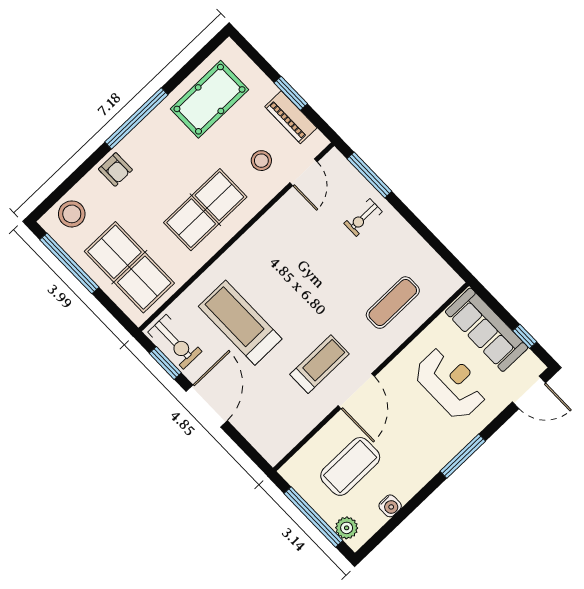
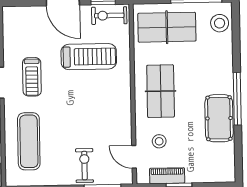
pool table: (209, 99) -> (219, 118), moved
armchair: (115, 169) -> (222, 65), removed
exercise bike: (363, 217) -> (84, 166), width x1.38, depth x1.39
exercise mat: (393, 303) -> (29, 141), width x1.36, depth x1.45

